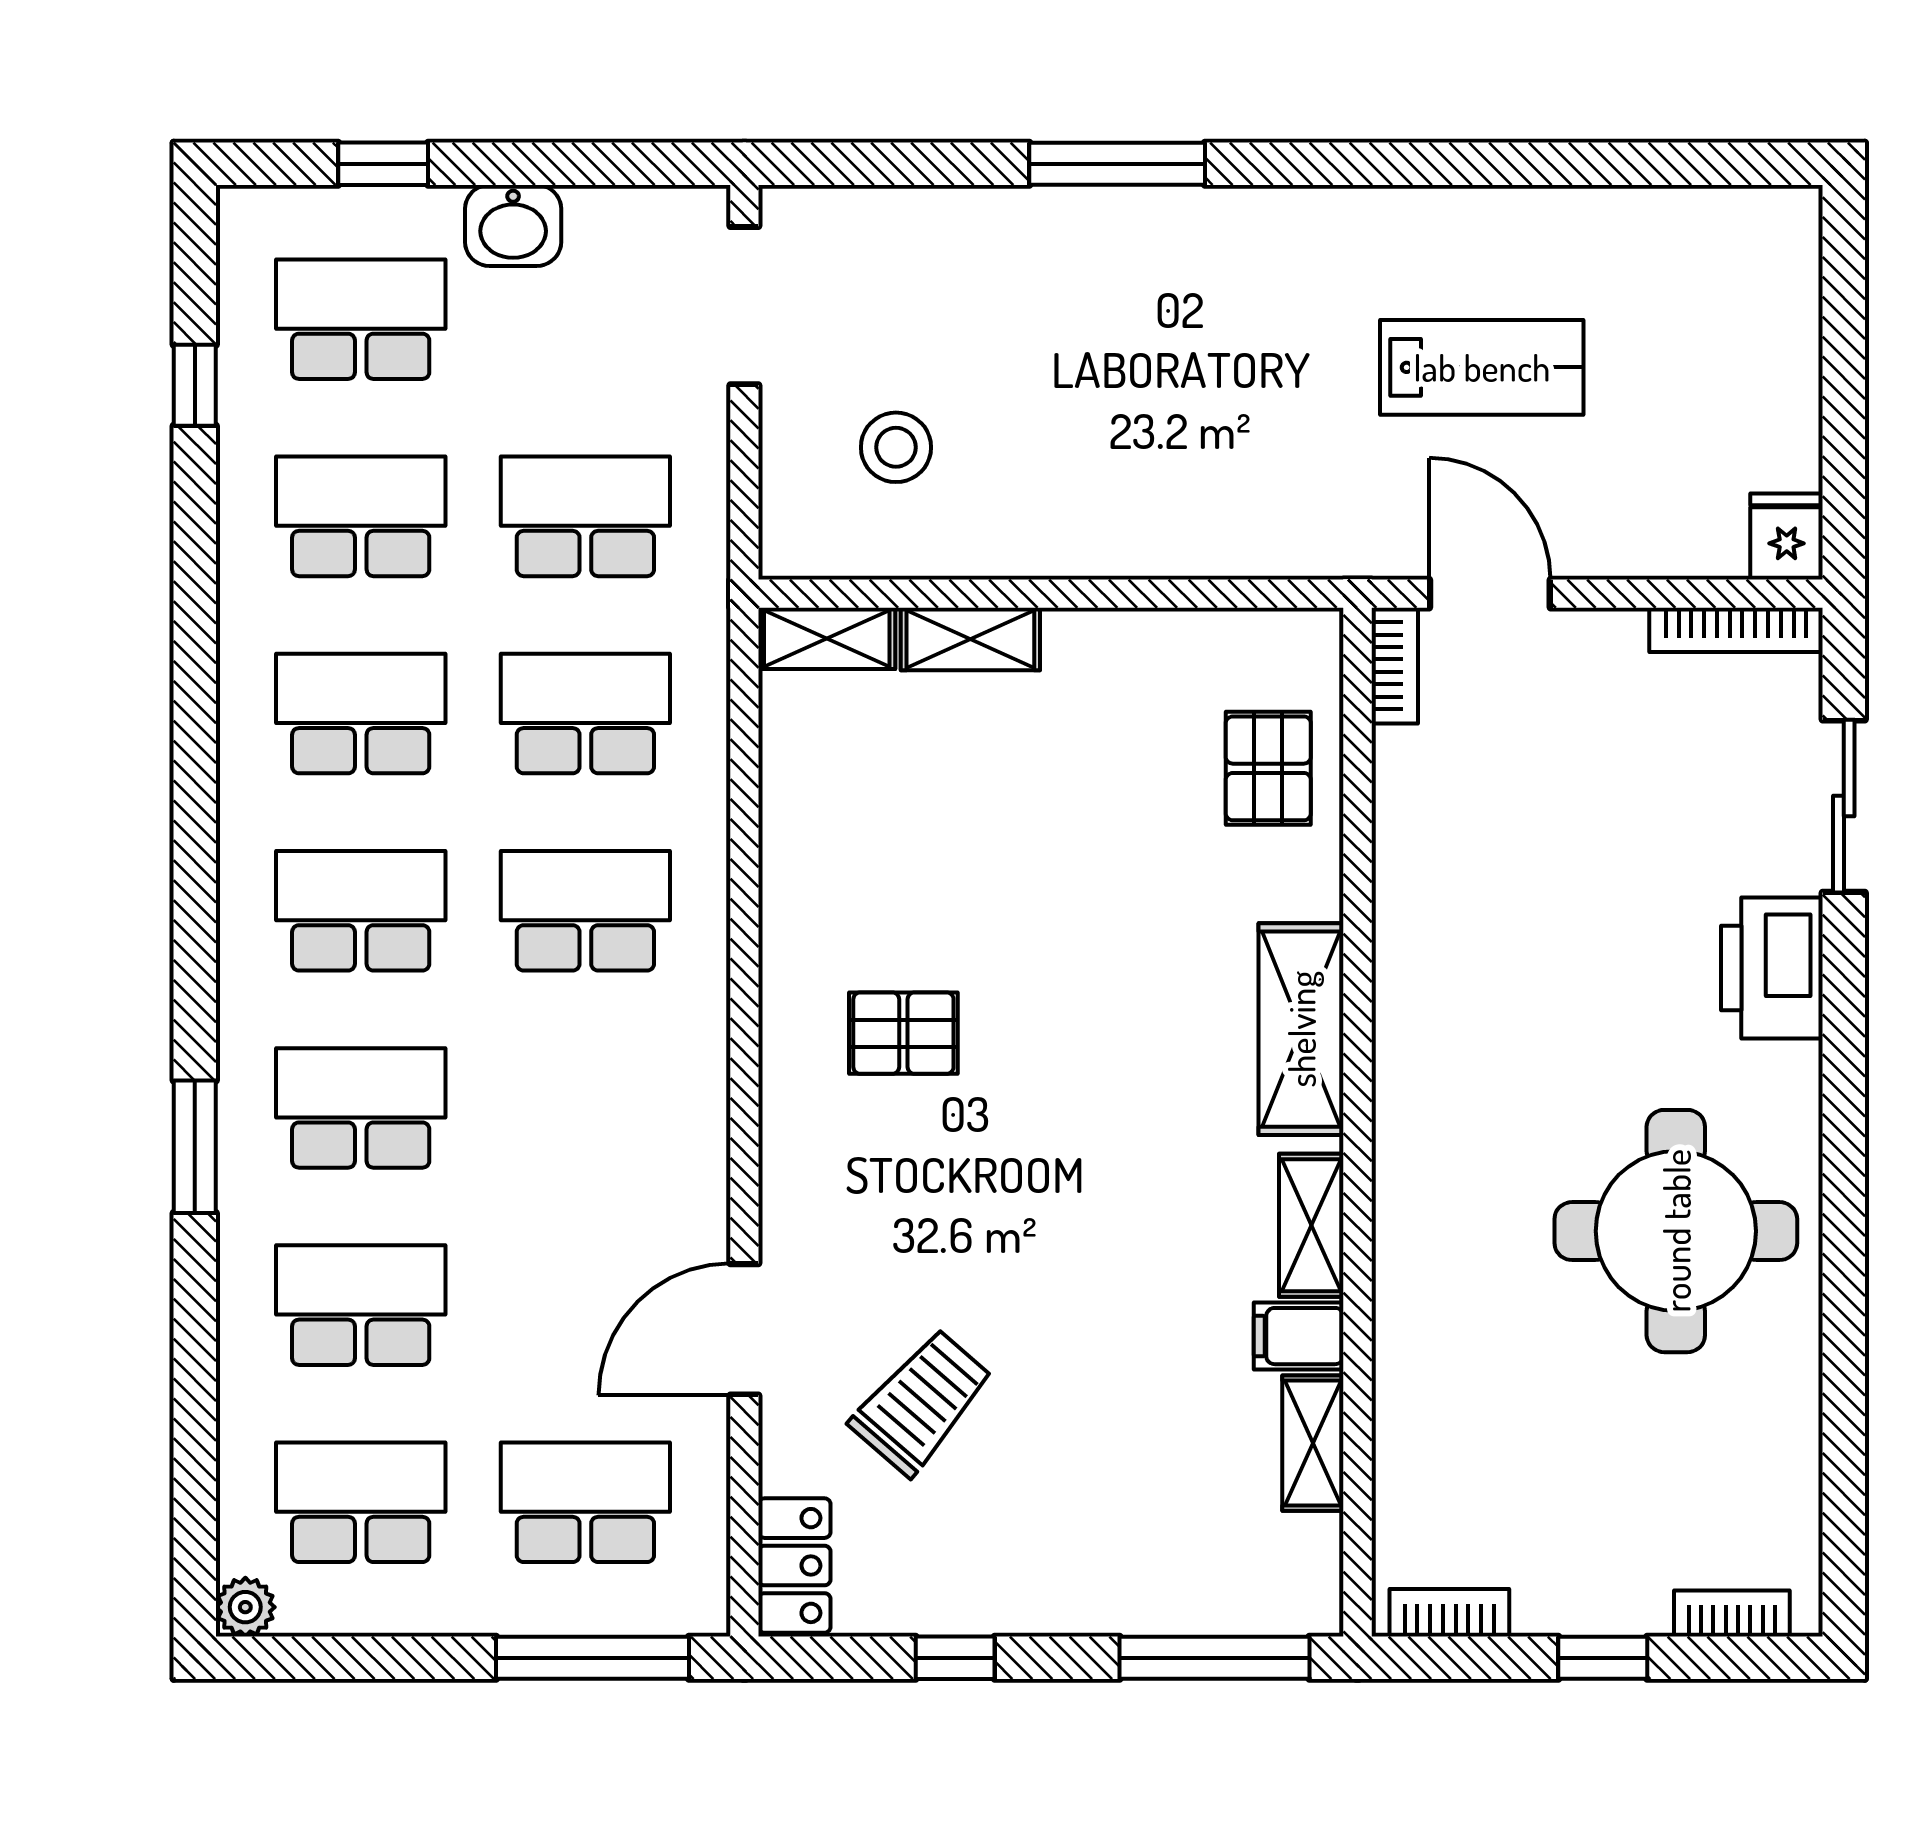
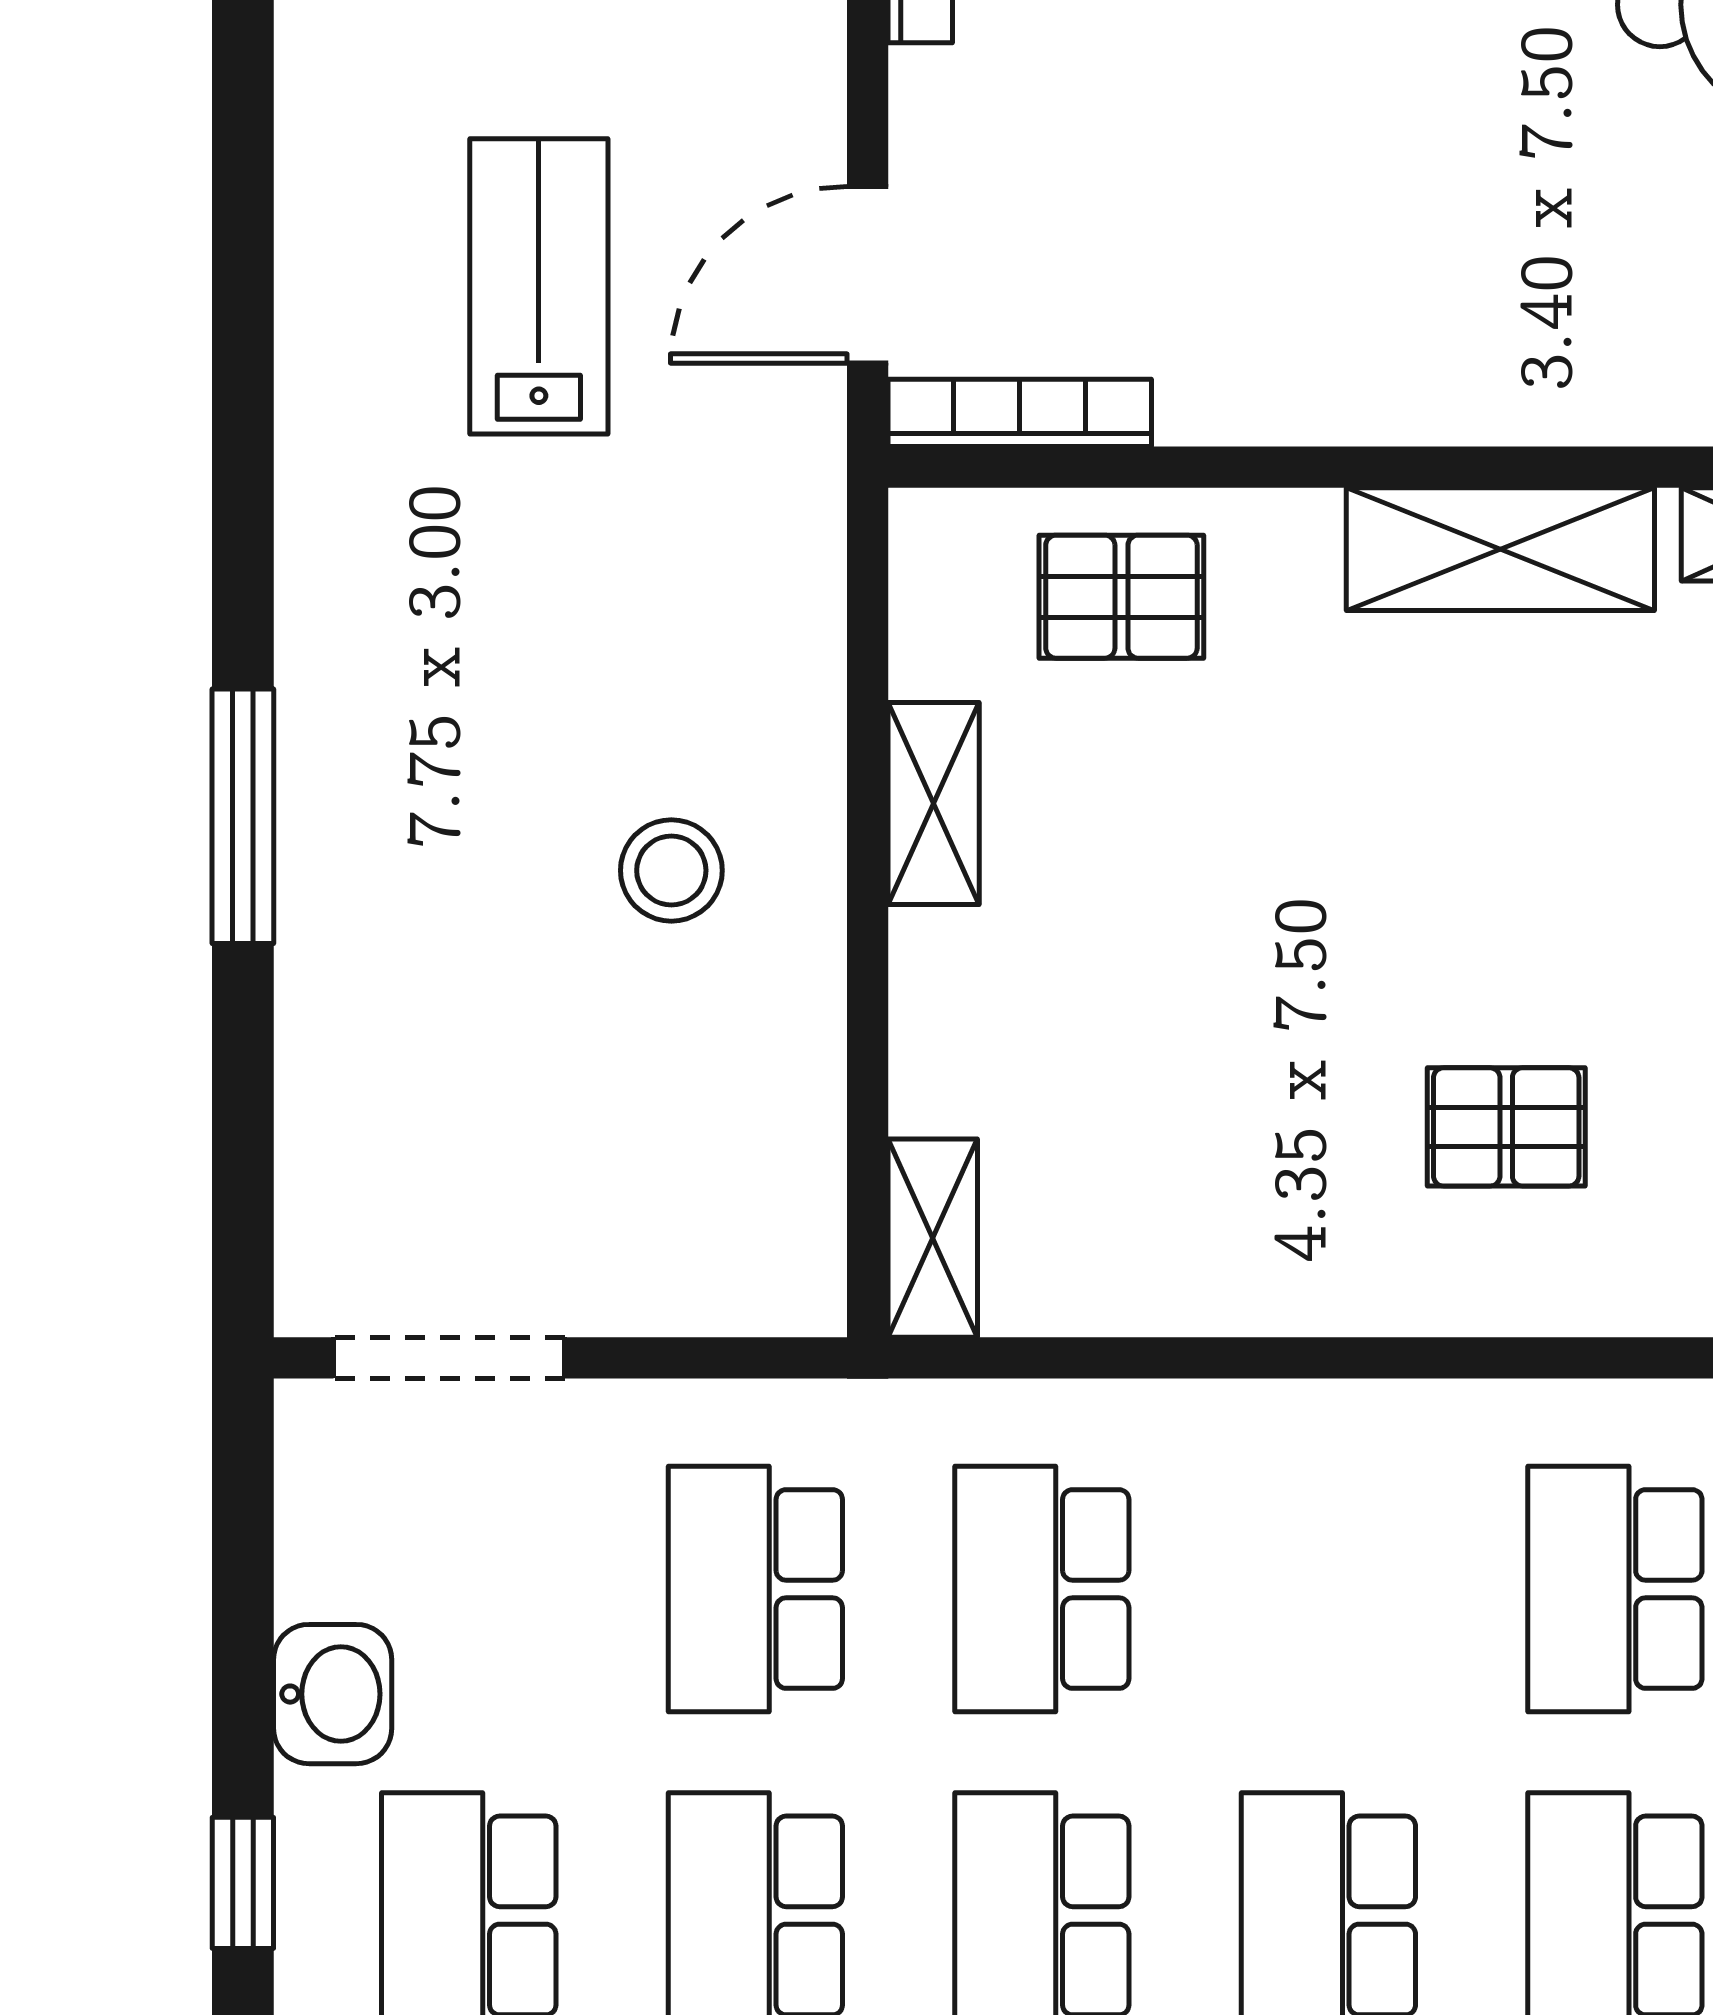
stool: (896, 447) -> (671, 870), moved
shelving: (970, 639) -> (934, 804), moved
bookcase: (1395, 666) -> (1020, 413), width x1.56
school desk: (585, 911) -> (1615, 1589), moved
pallet: (903, 1033) -> (1506, 1127), turned 90

